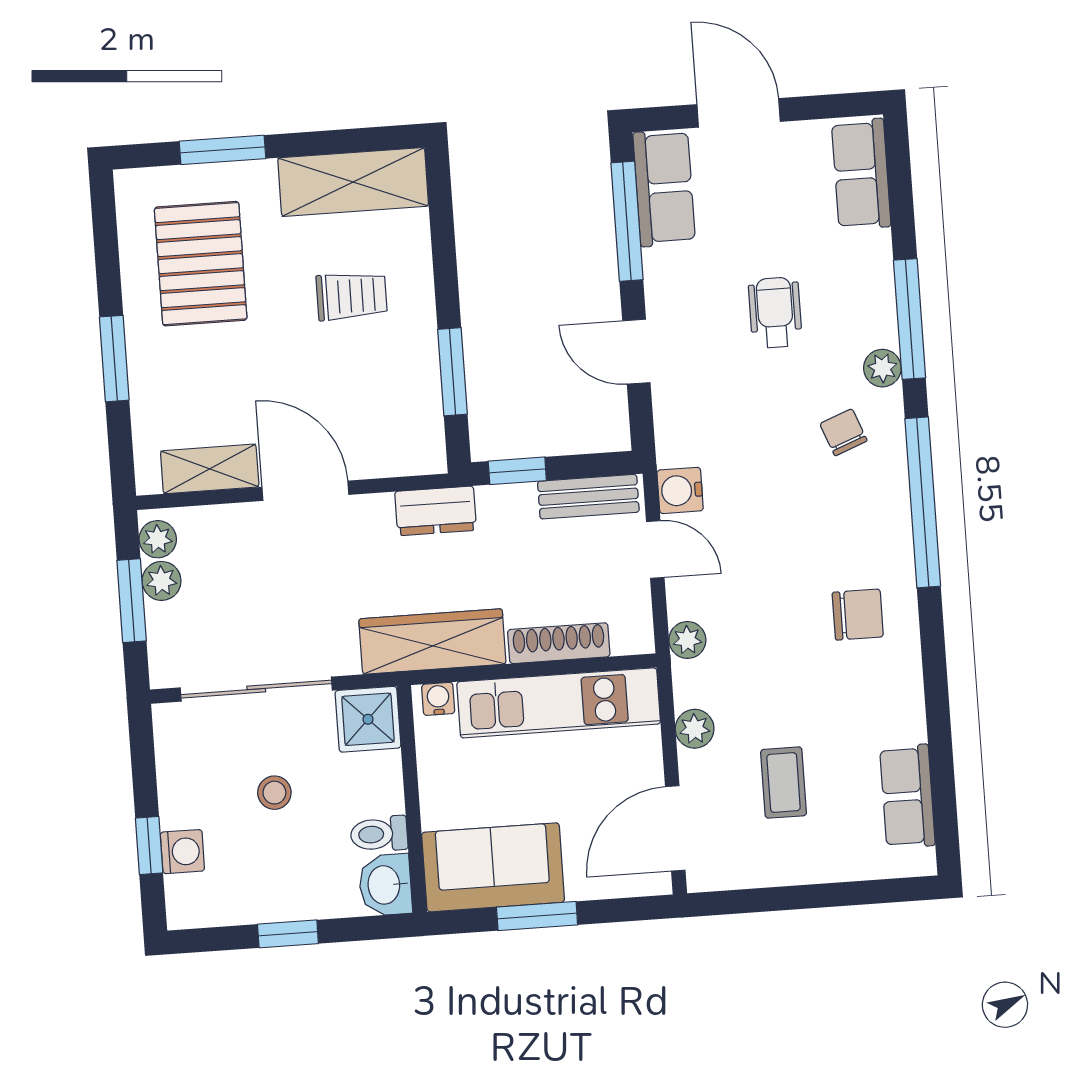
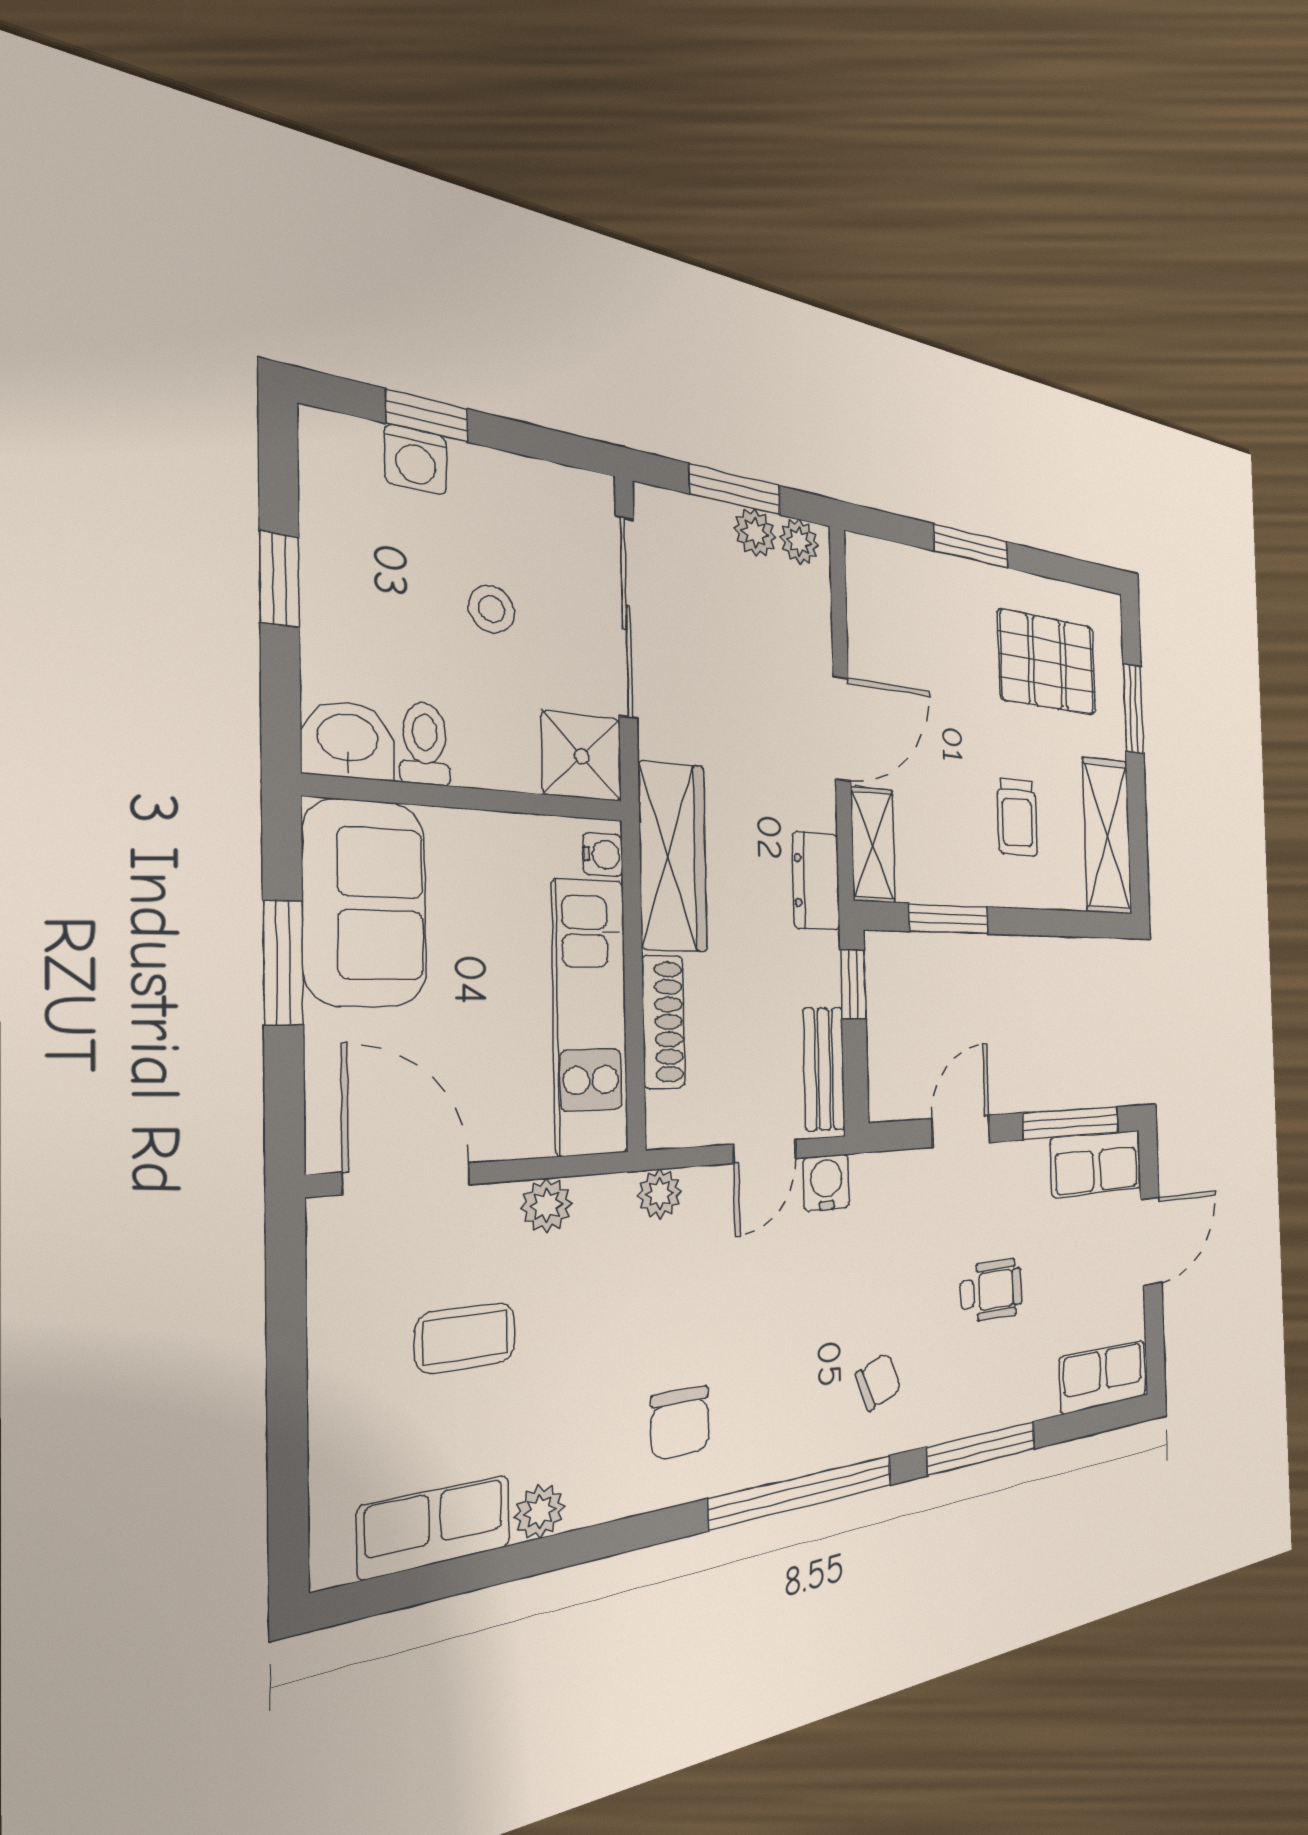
plant: (882, 368) -> (540, 1512), moved
shelving: (210, 469) -> (873, 845), moved

